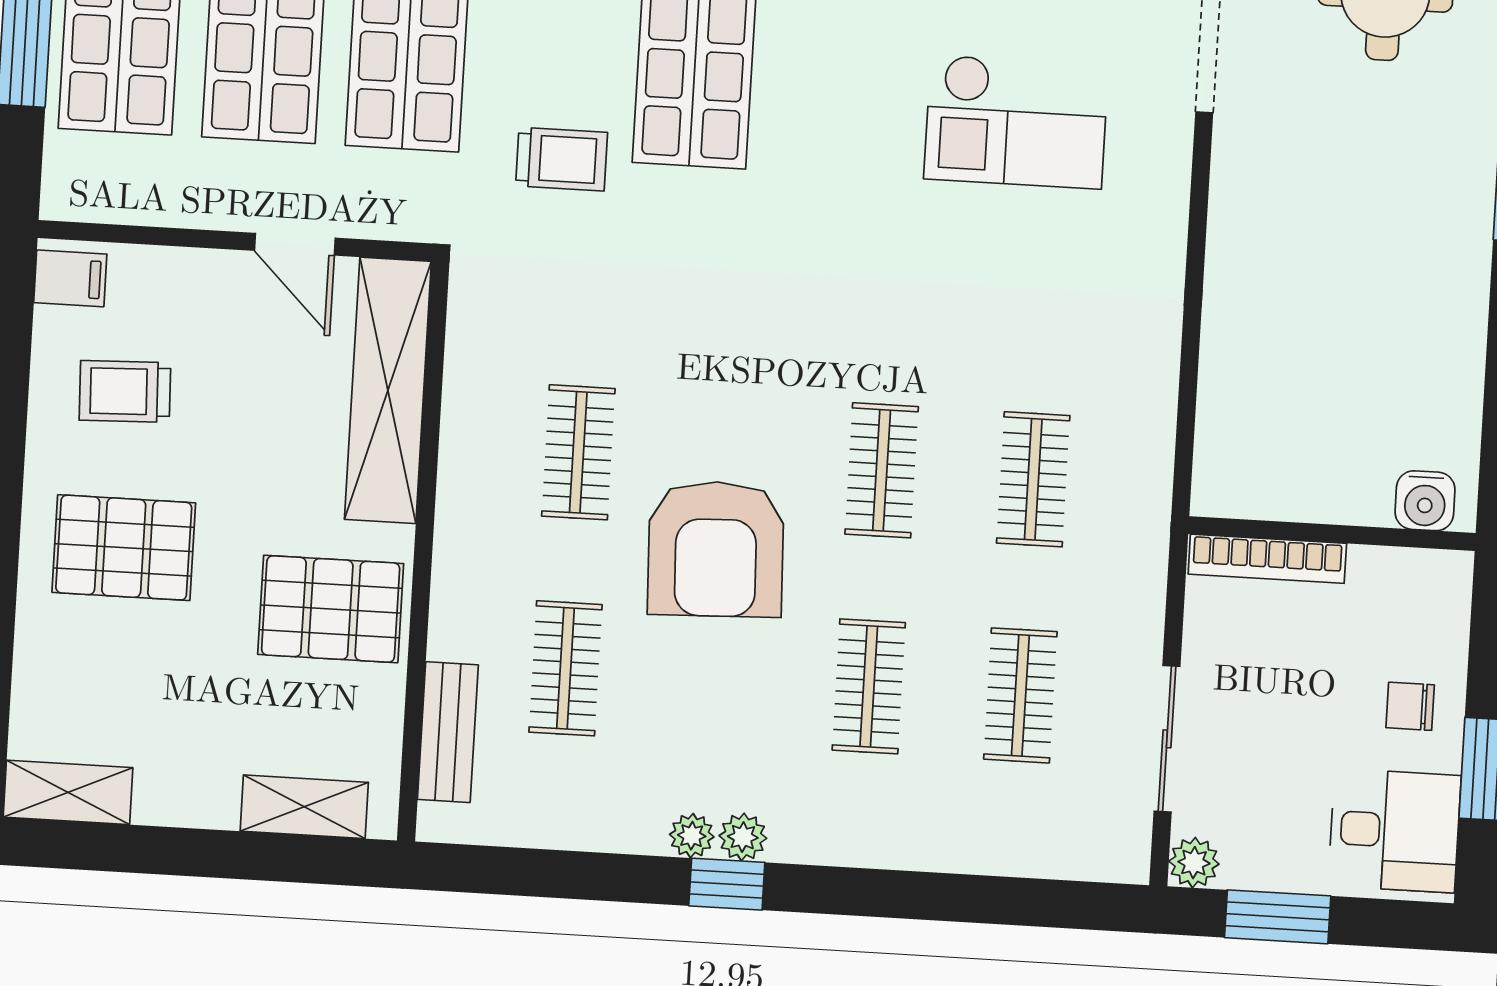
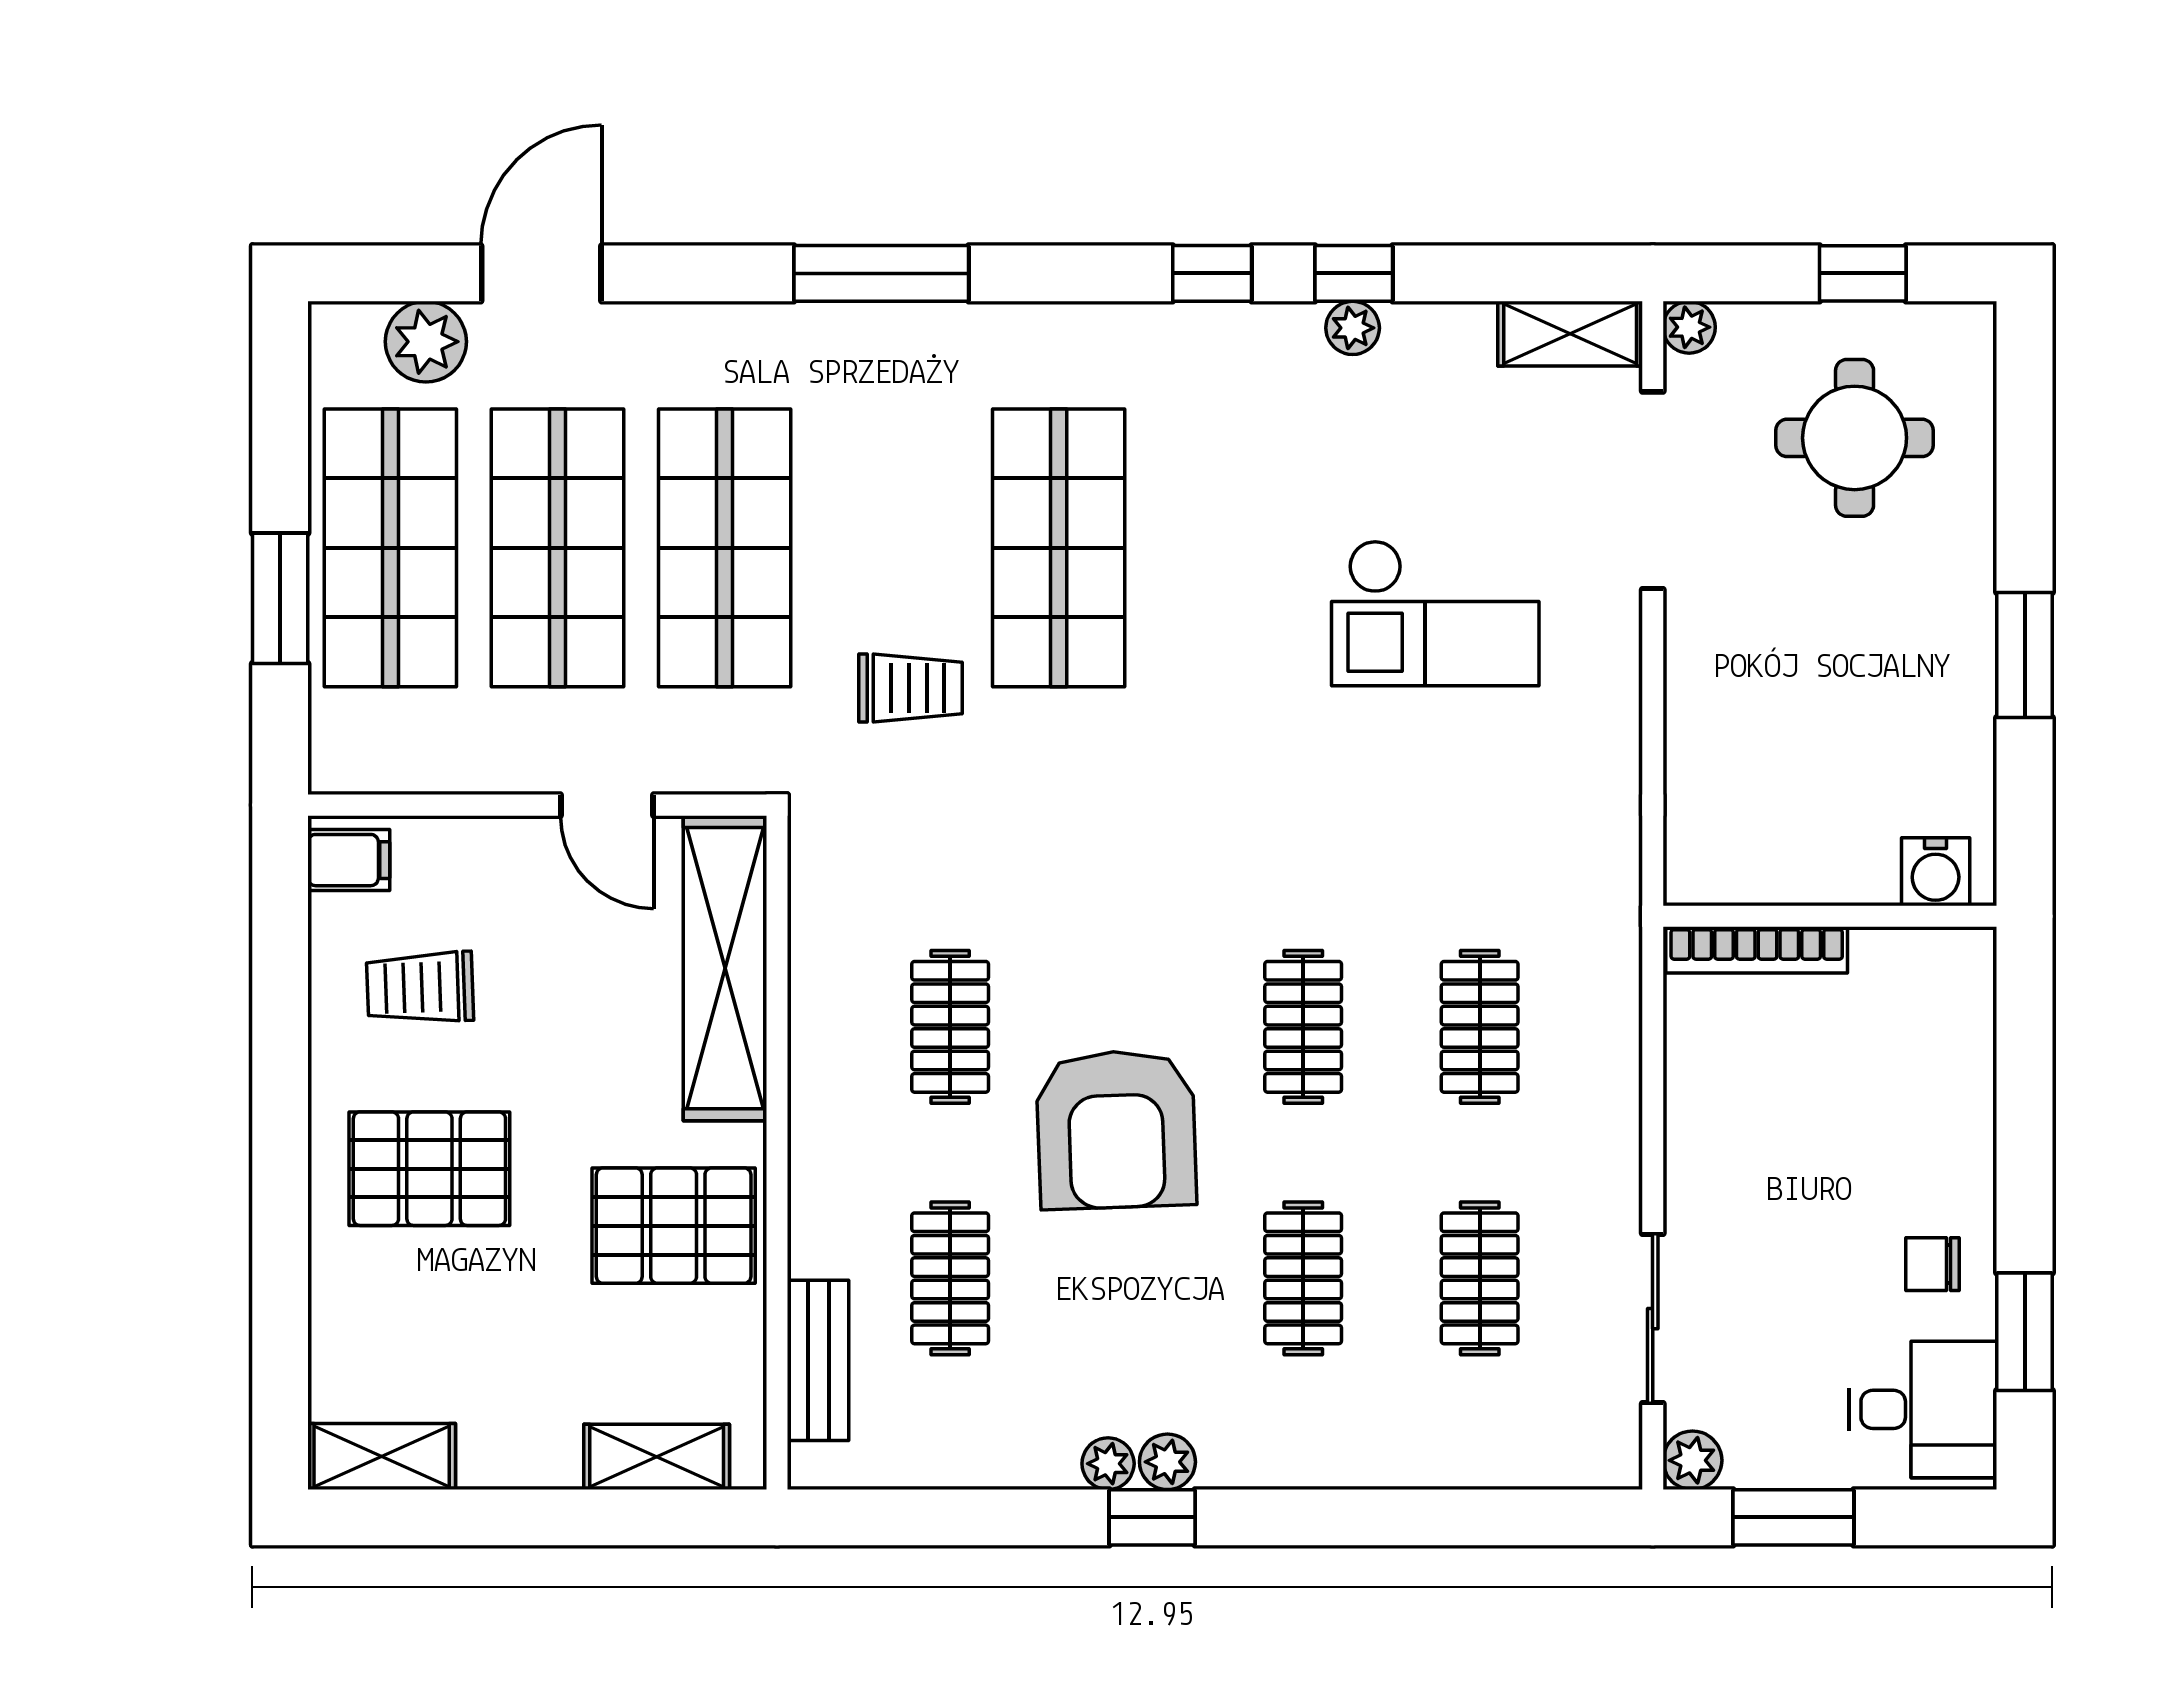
water cooler: (1425, 501) -> (1936, 872), moved
wall: (1332, 534) -> (1830, 916), moved
bookcase: (1267, 559) -> (1757, 950), moved

